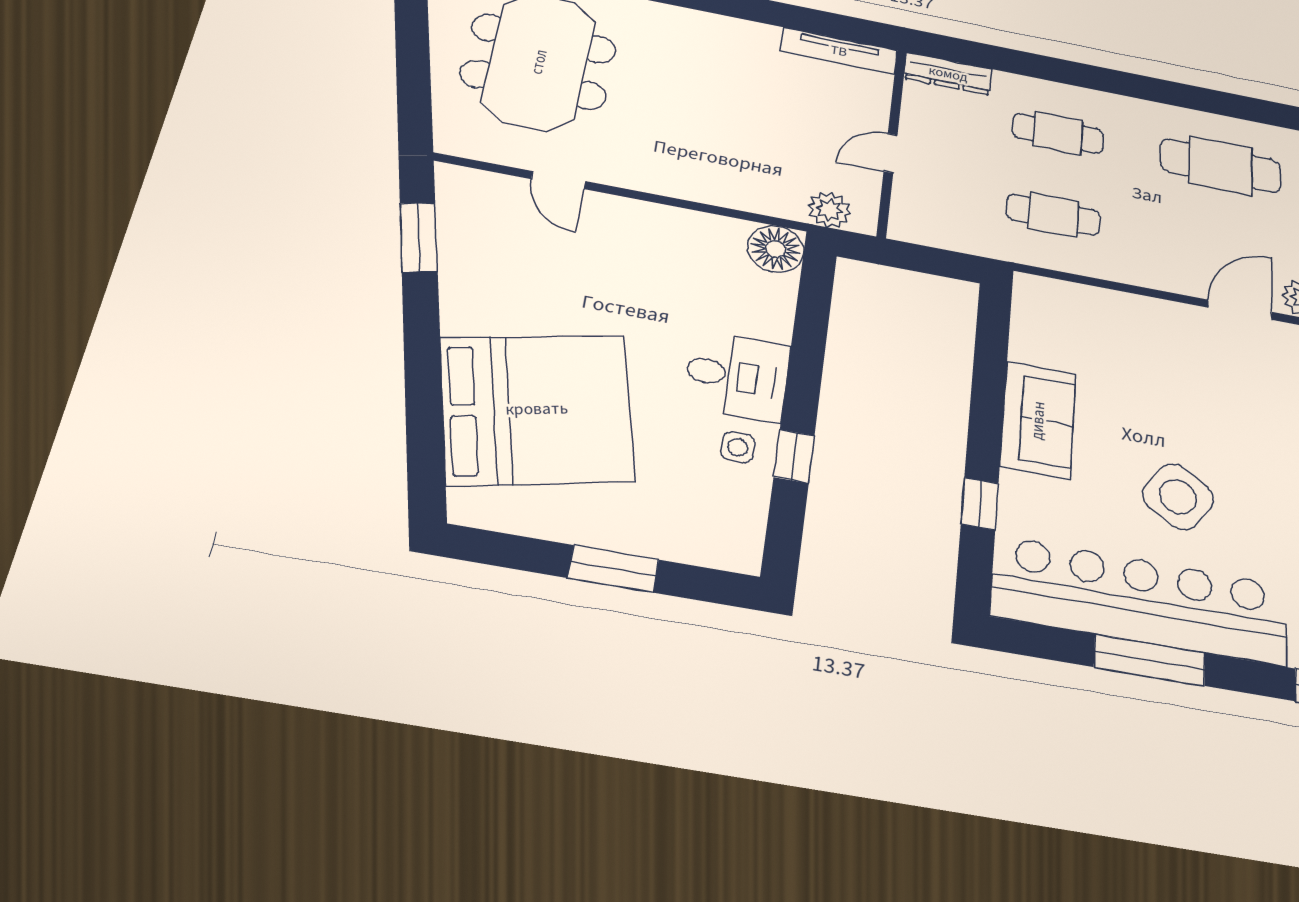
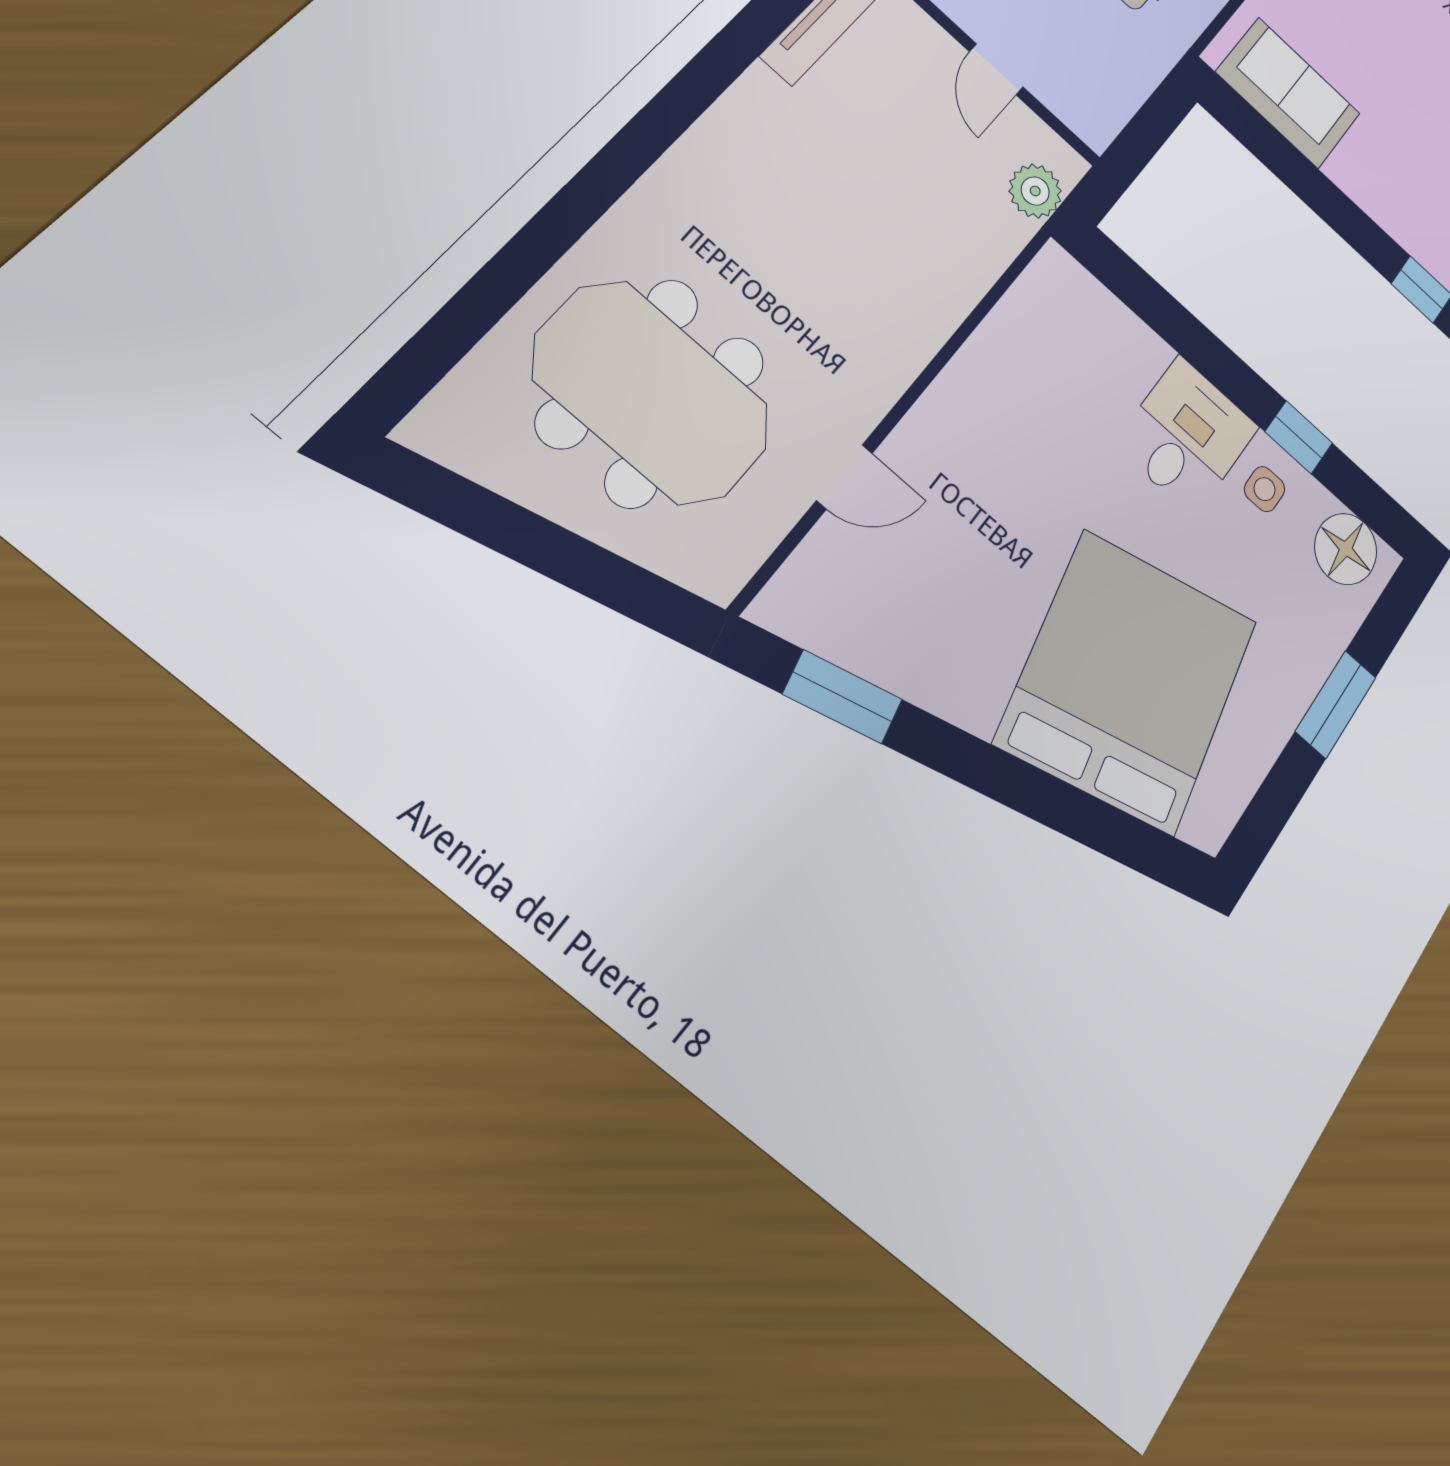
floor lamp: (776, 249) -> (1346, 549), moved
sofa: (1038, 420) -> (1288, 93), moved

